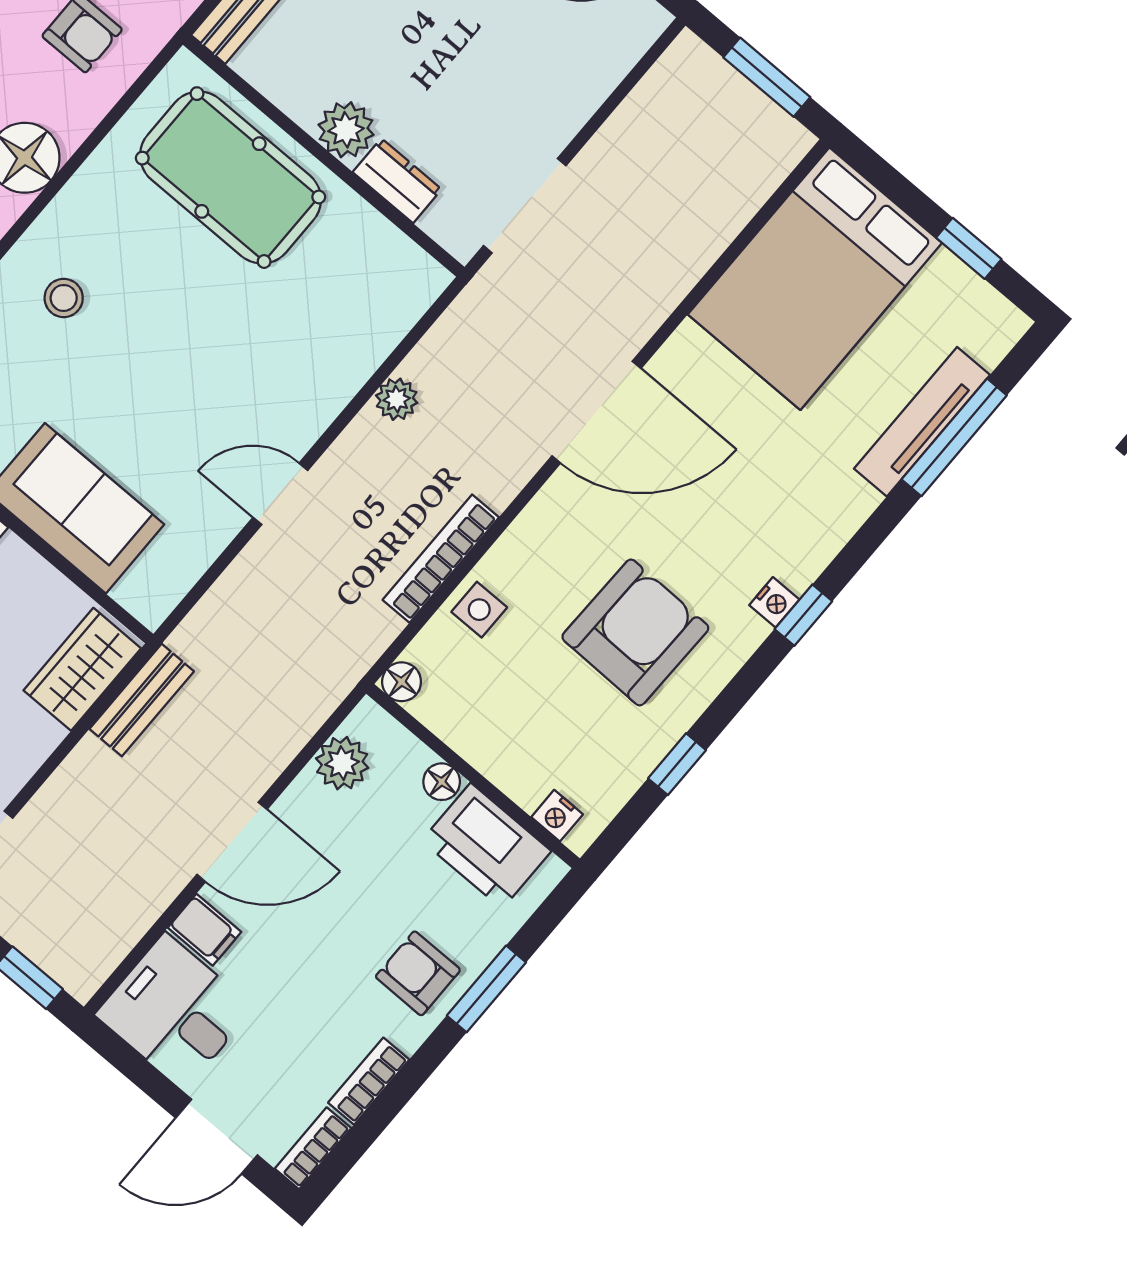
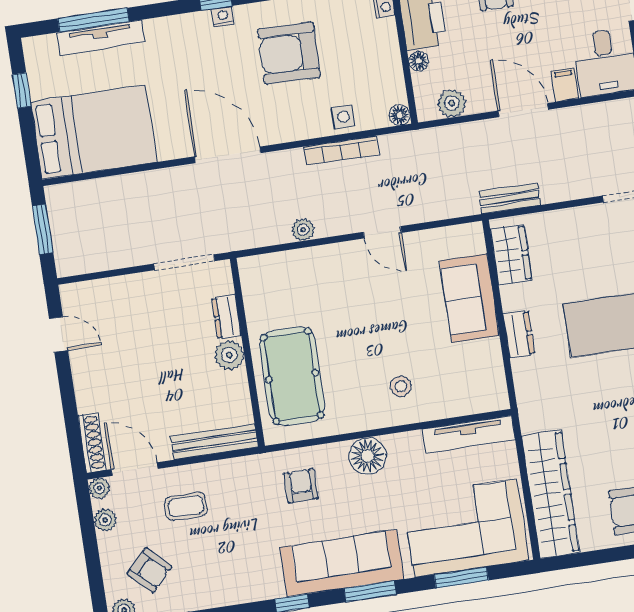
wardrobe: (82, 669) -> (511, 255), moved, turned -90

